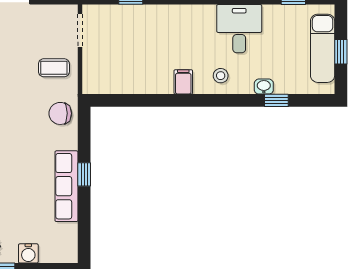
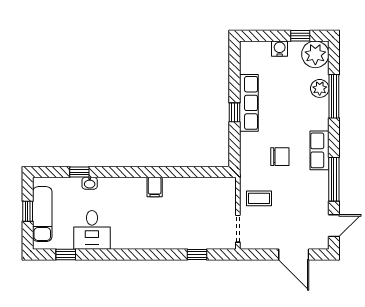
desk: (239, 29) -> (92, 230), moved
stool: (221, 76) -> (124, 192), removed
chair: (60, 113) -> (280, 157), moved

